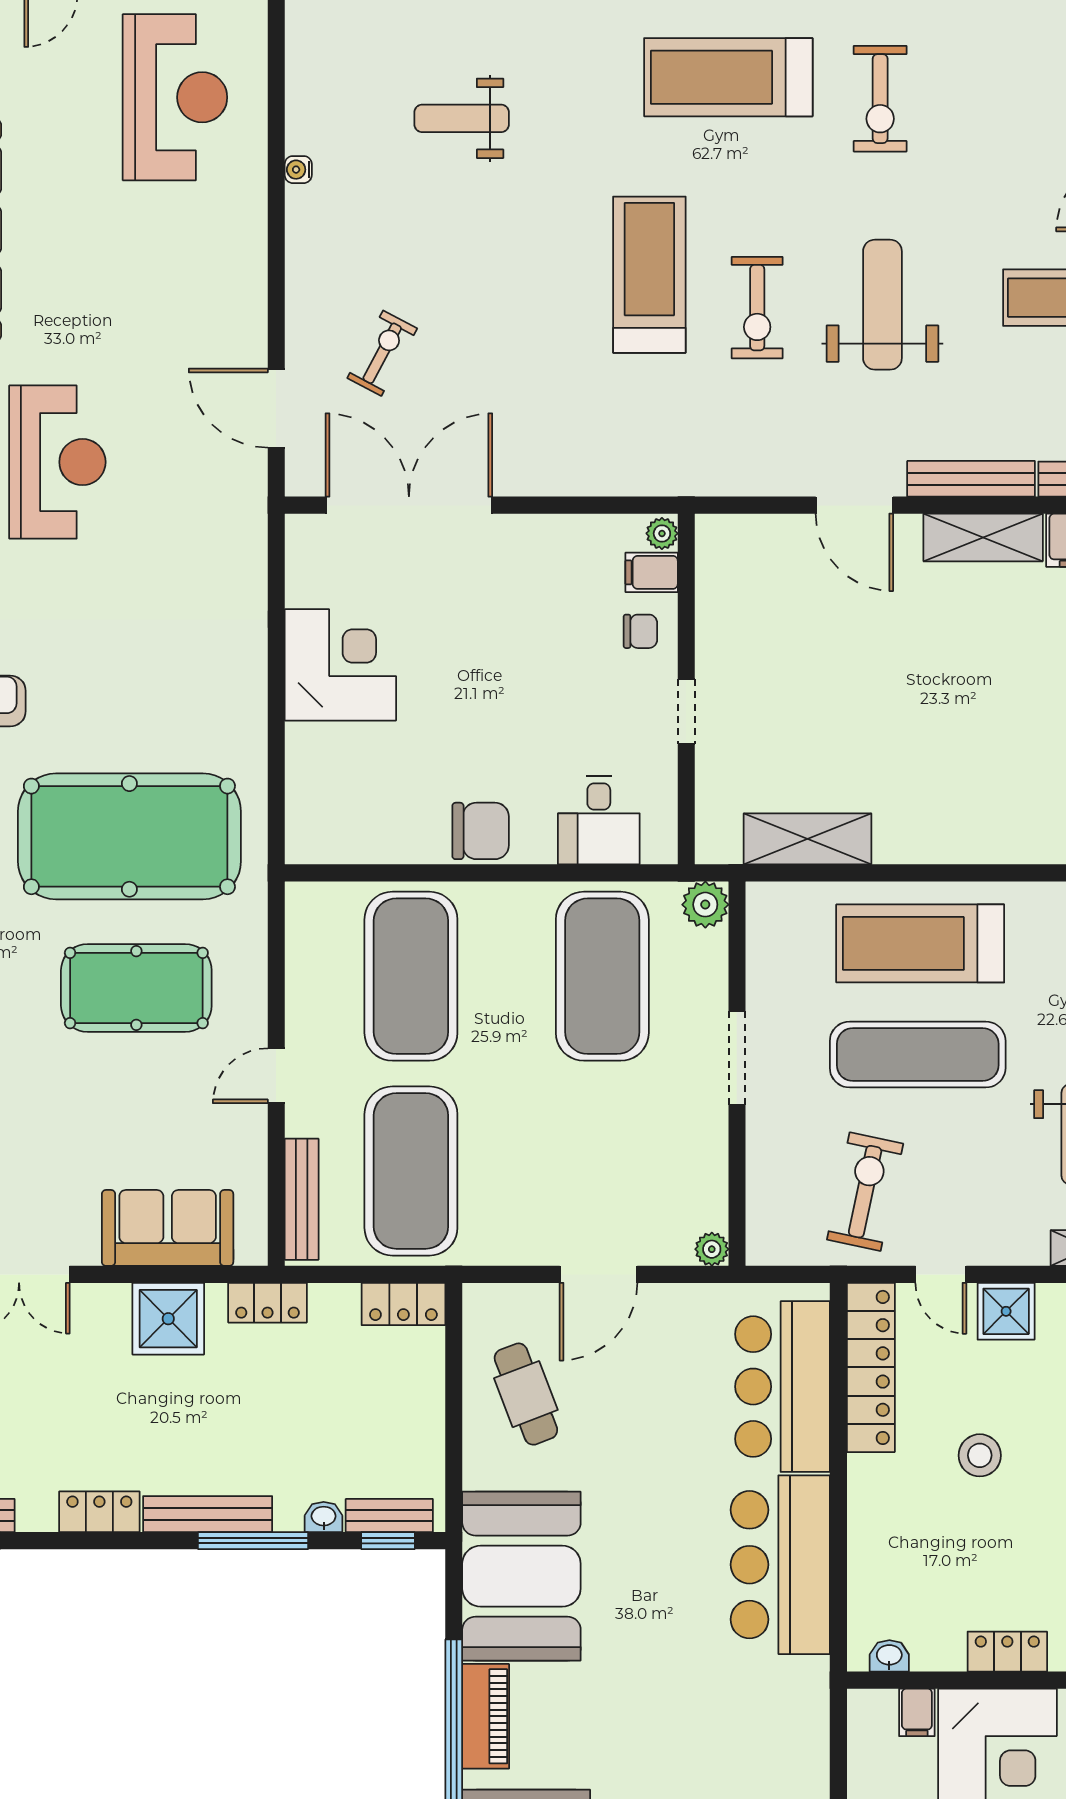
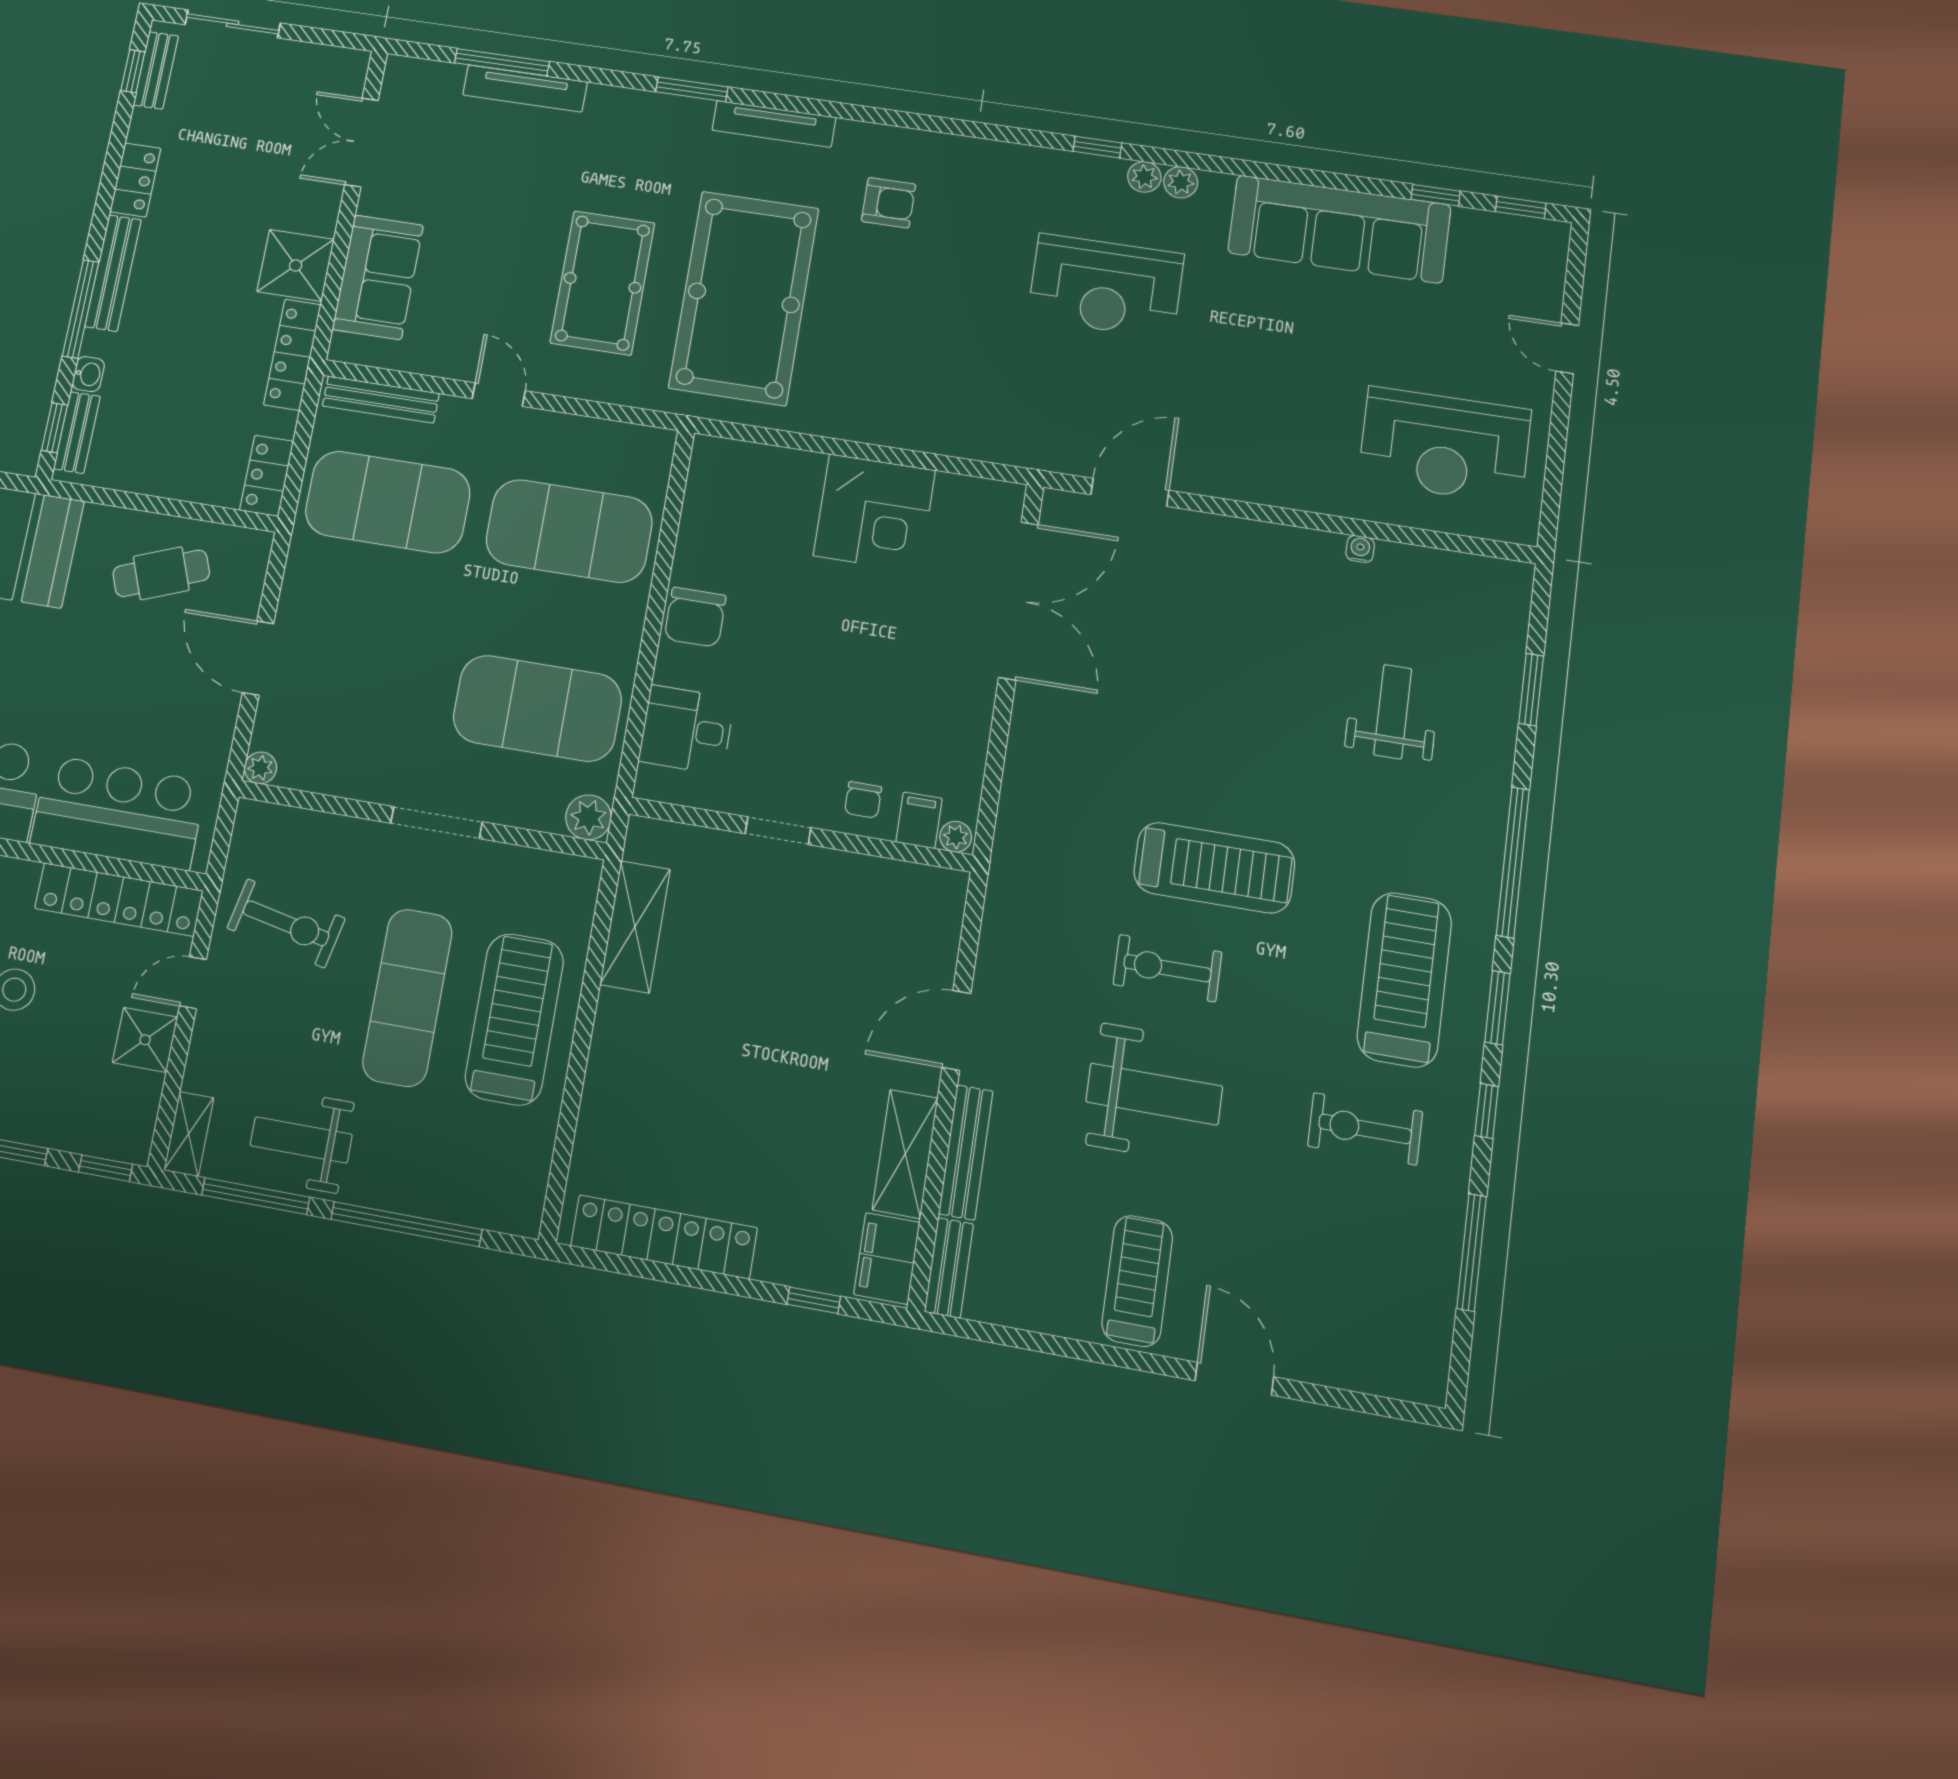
exercise bike: (382, 353) -> (1170, 599), removed
locker: (268, 1303) -> (292, 355), width x1.53

